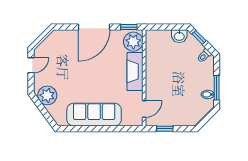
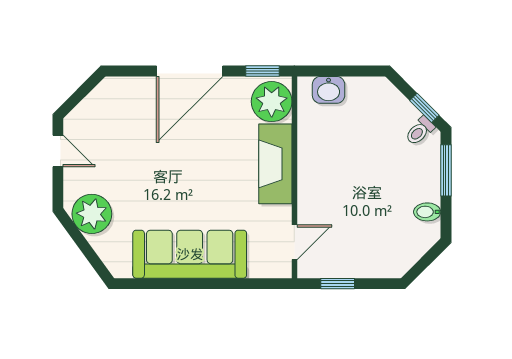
washbasin: (179, 36) -> (329, 90), moved
window: (199, 37) -> (424, 108), moved
door: (31, 65) -> (58, 151), hinge flipped
window: (217, 88) -> (446, 170), moved

